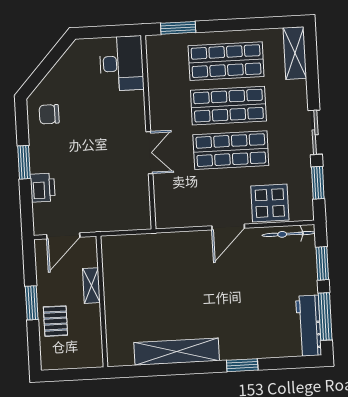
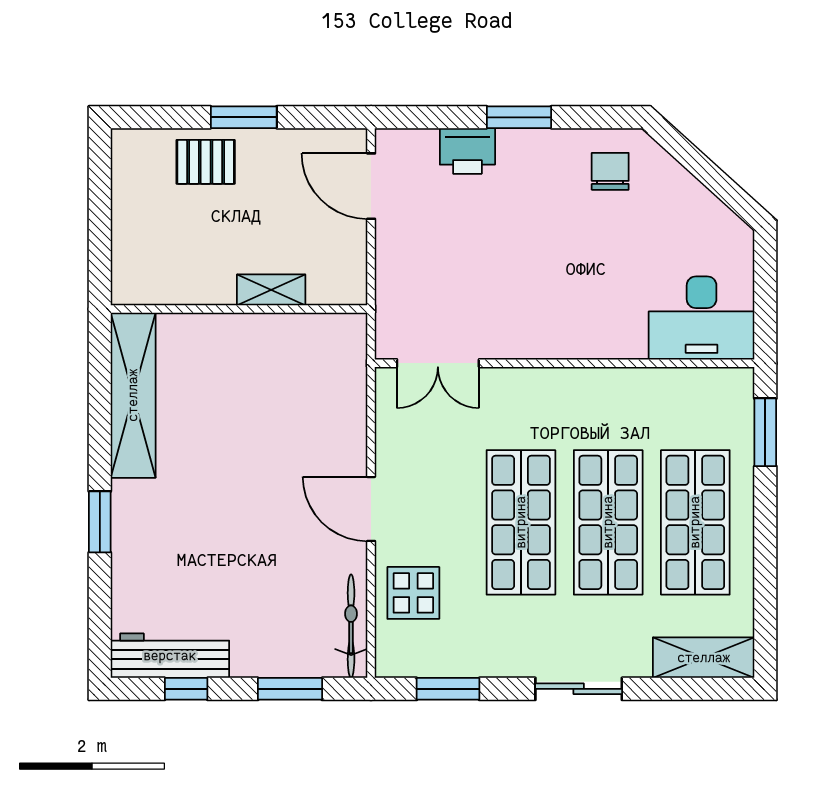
sliding door: (315, 132) -> (579, 689), moved
double door: (149, 153) -> (438, 363), moved
display table: (270, 203) -> (413, 593), width x0.73, depth x0.73
shelving: (91, 286) -> (271, 290), moved
wall: (102, 301) -> (239, 309), moved
window: (325, 316) -> (186, 689), width x0.46

